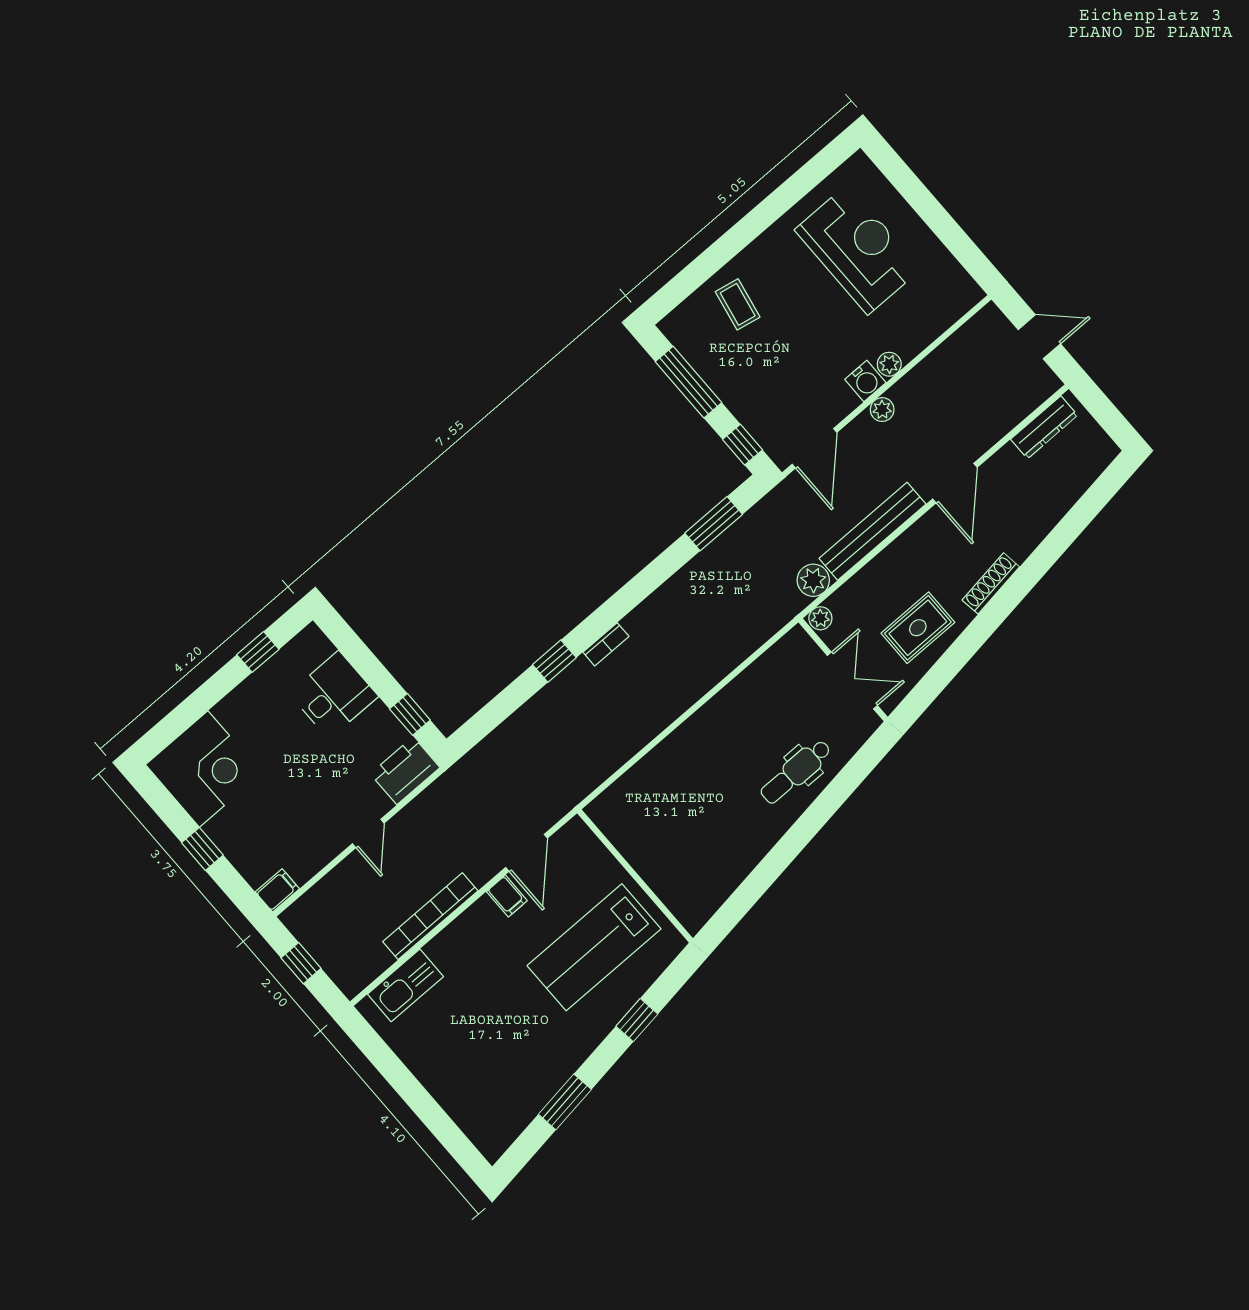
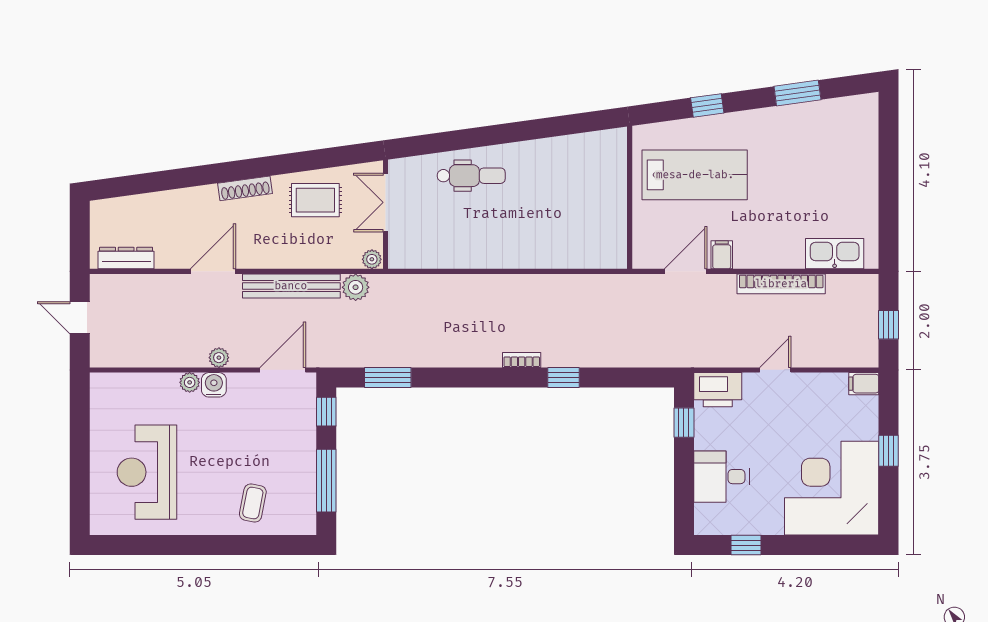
corner desk: (204, 769) -> (832, 488), width x1.36, depth x1.36

